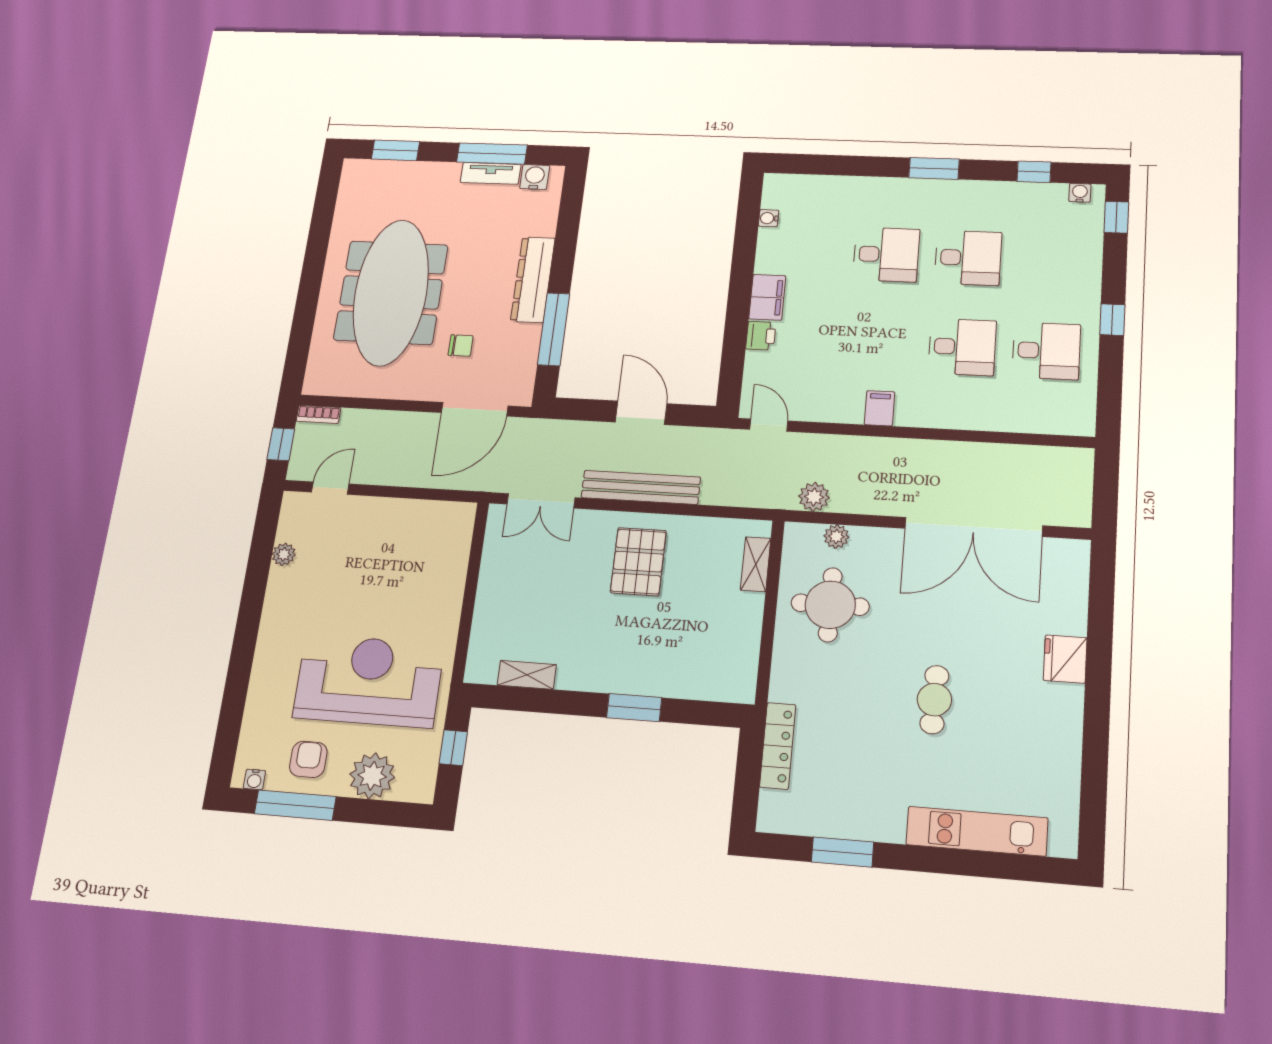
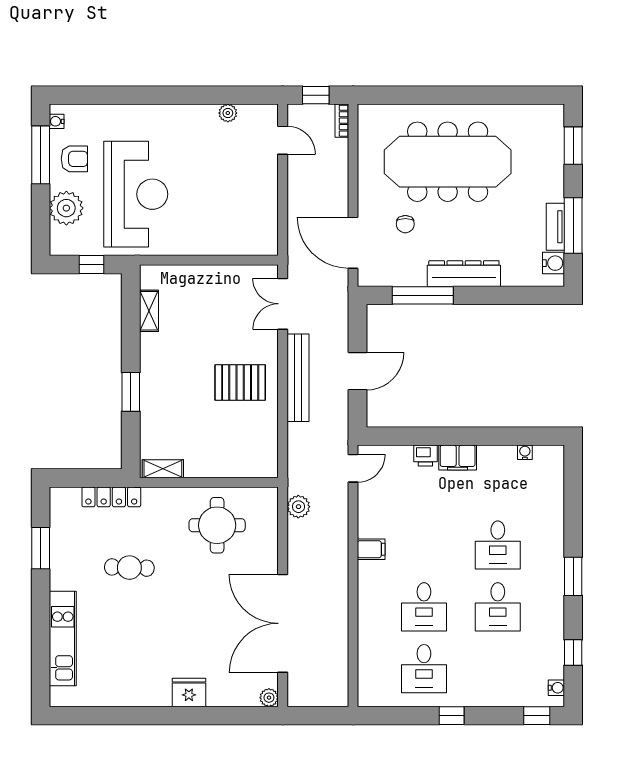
plant: (836, 536) -> (269, 698), moved
shelving: (756, 564) -> (163, 469), moved
cafe table: (934, 700) -> (129, 568), moved

